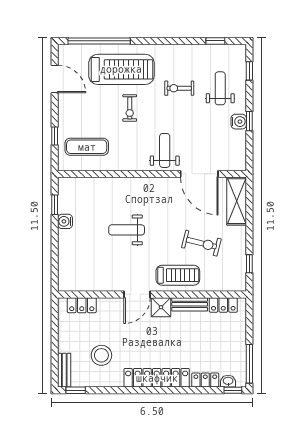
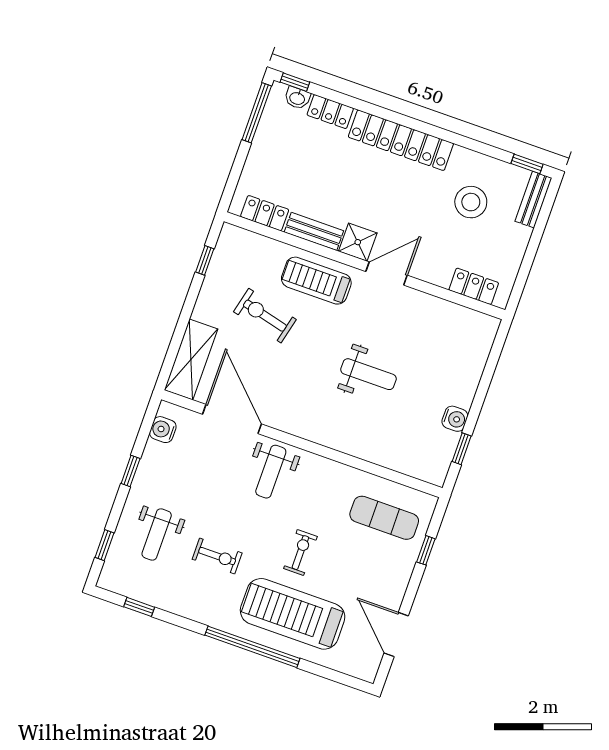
window: (99, 41) -> (252, 647), moved
water cooler: (239, 122) -> (163, 430), moved

